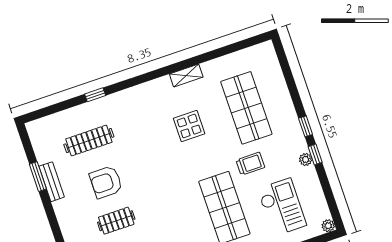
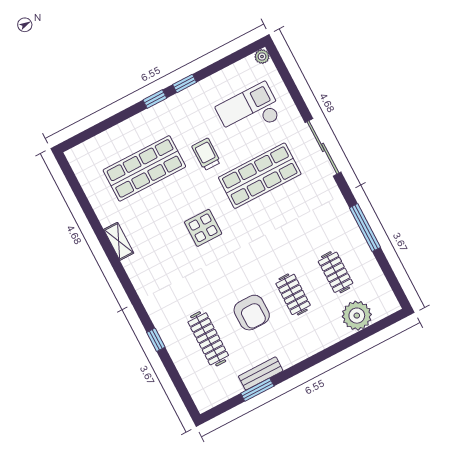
display table: (189, 126) -> (203, 228), moved
plant: (306, 159) -> (192, 93), removed

